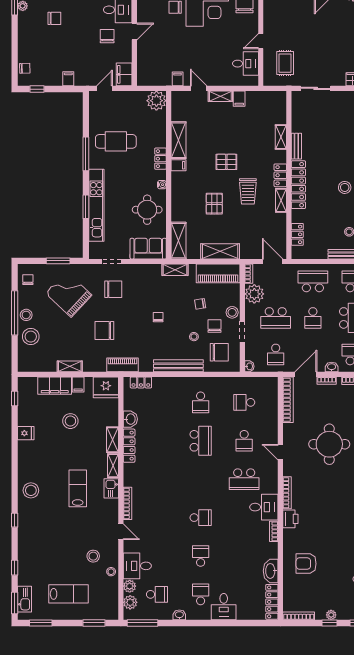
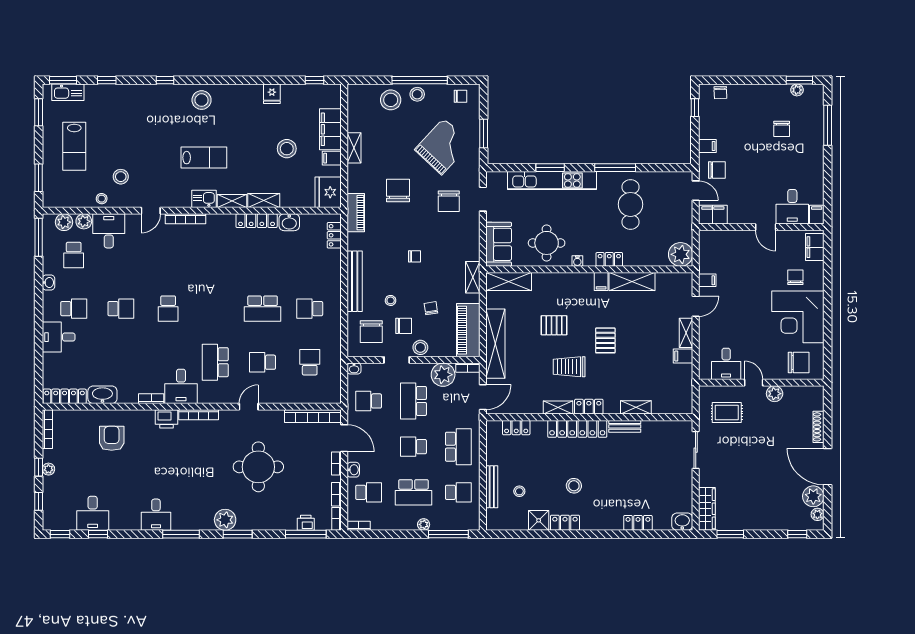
plant: (270, 24) -> (775, 394), added
chair: (107, 36) -> (717, 170), moved
shelving: (220, 251) -> (495, 344), width x1.47

